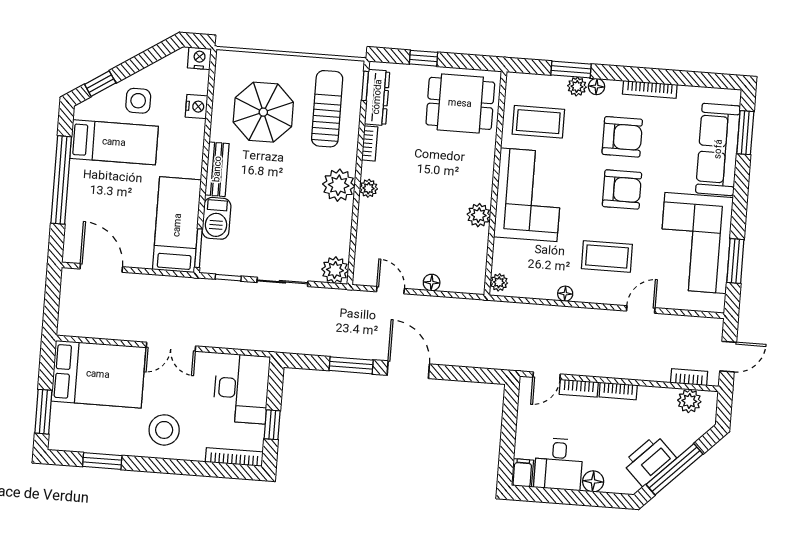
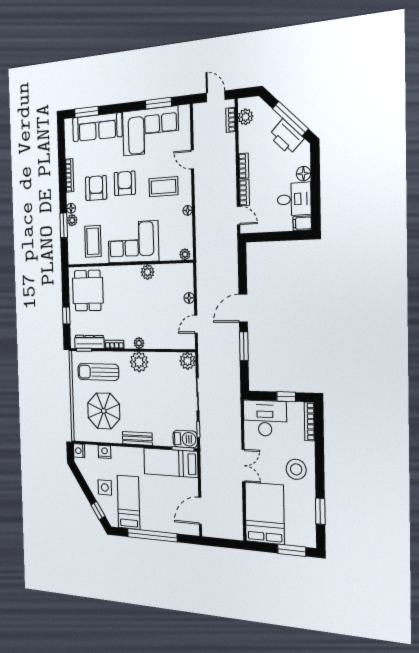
barbecue: (216, 218) -> (185, 439), moved
coffee table: (607, 256) -> (163, 187), turned 90

